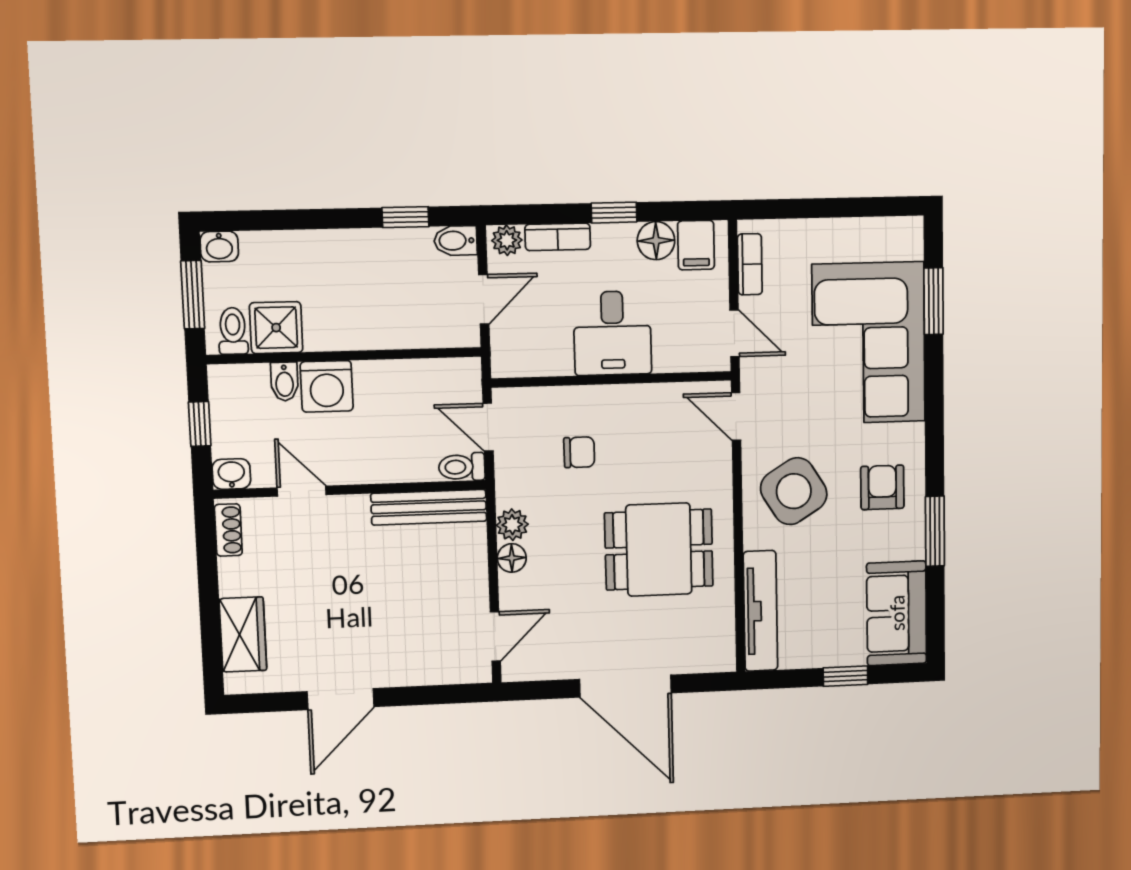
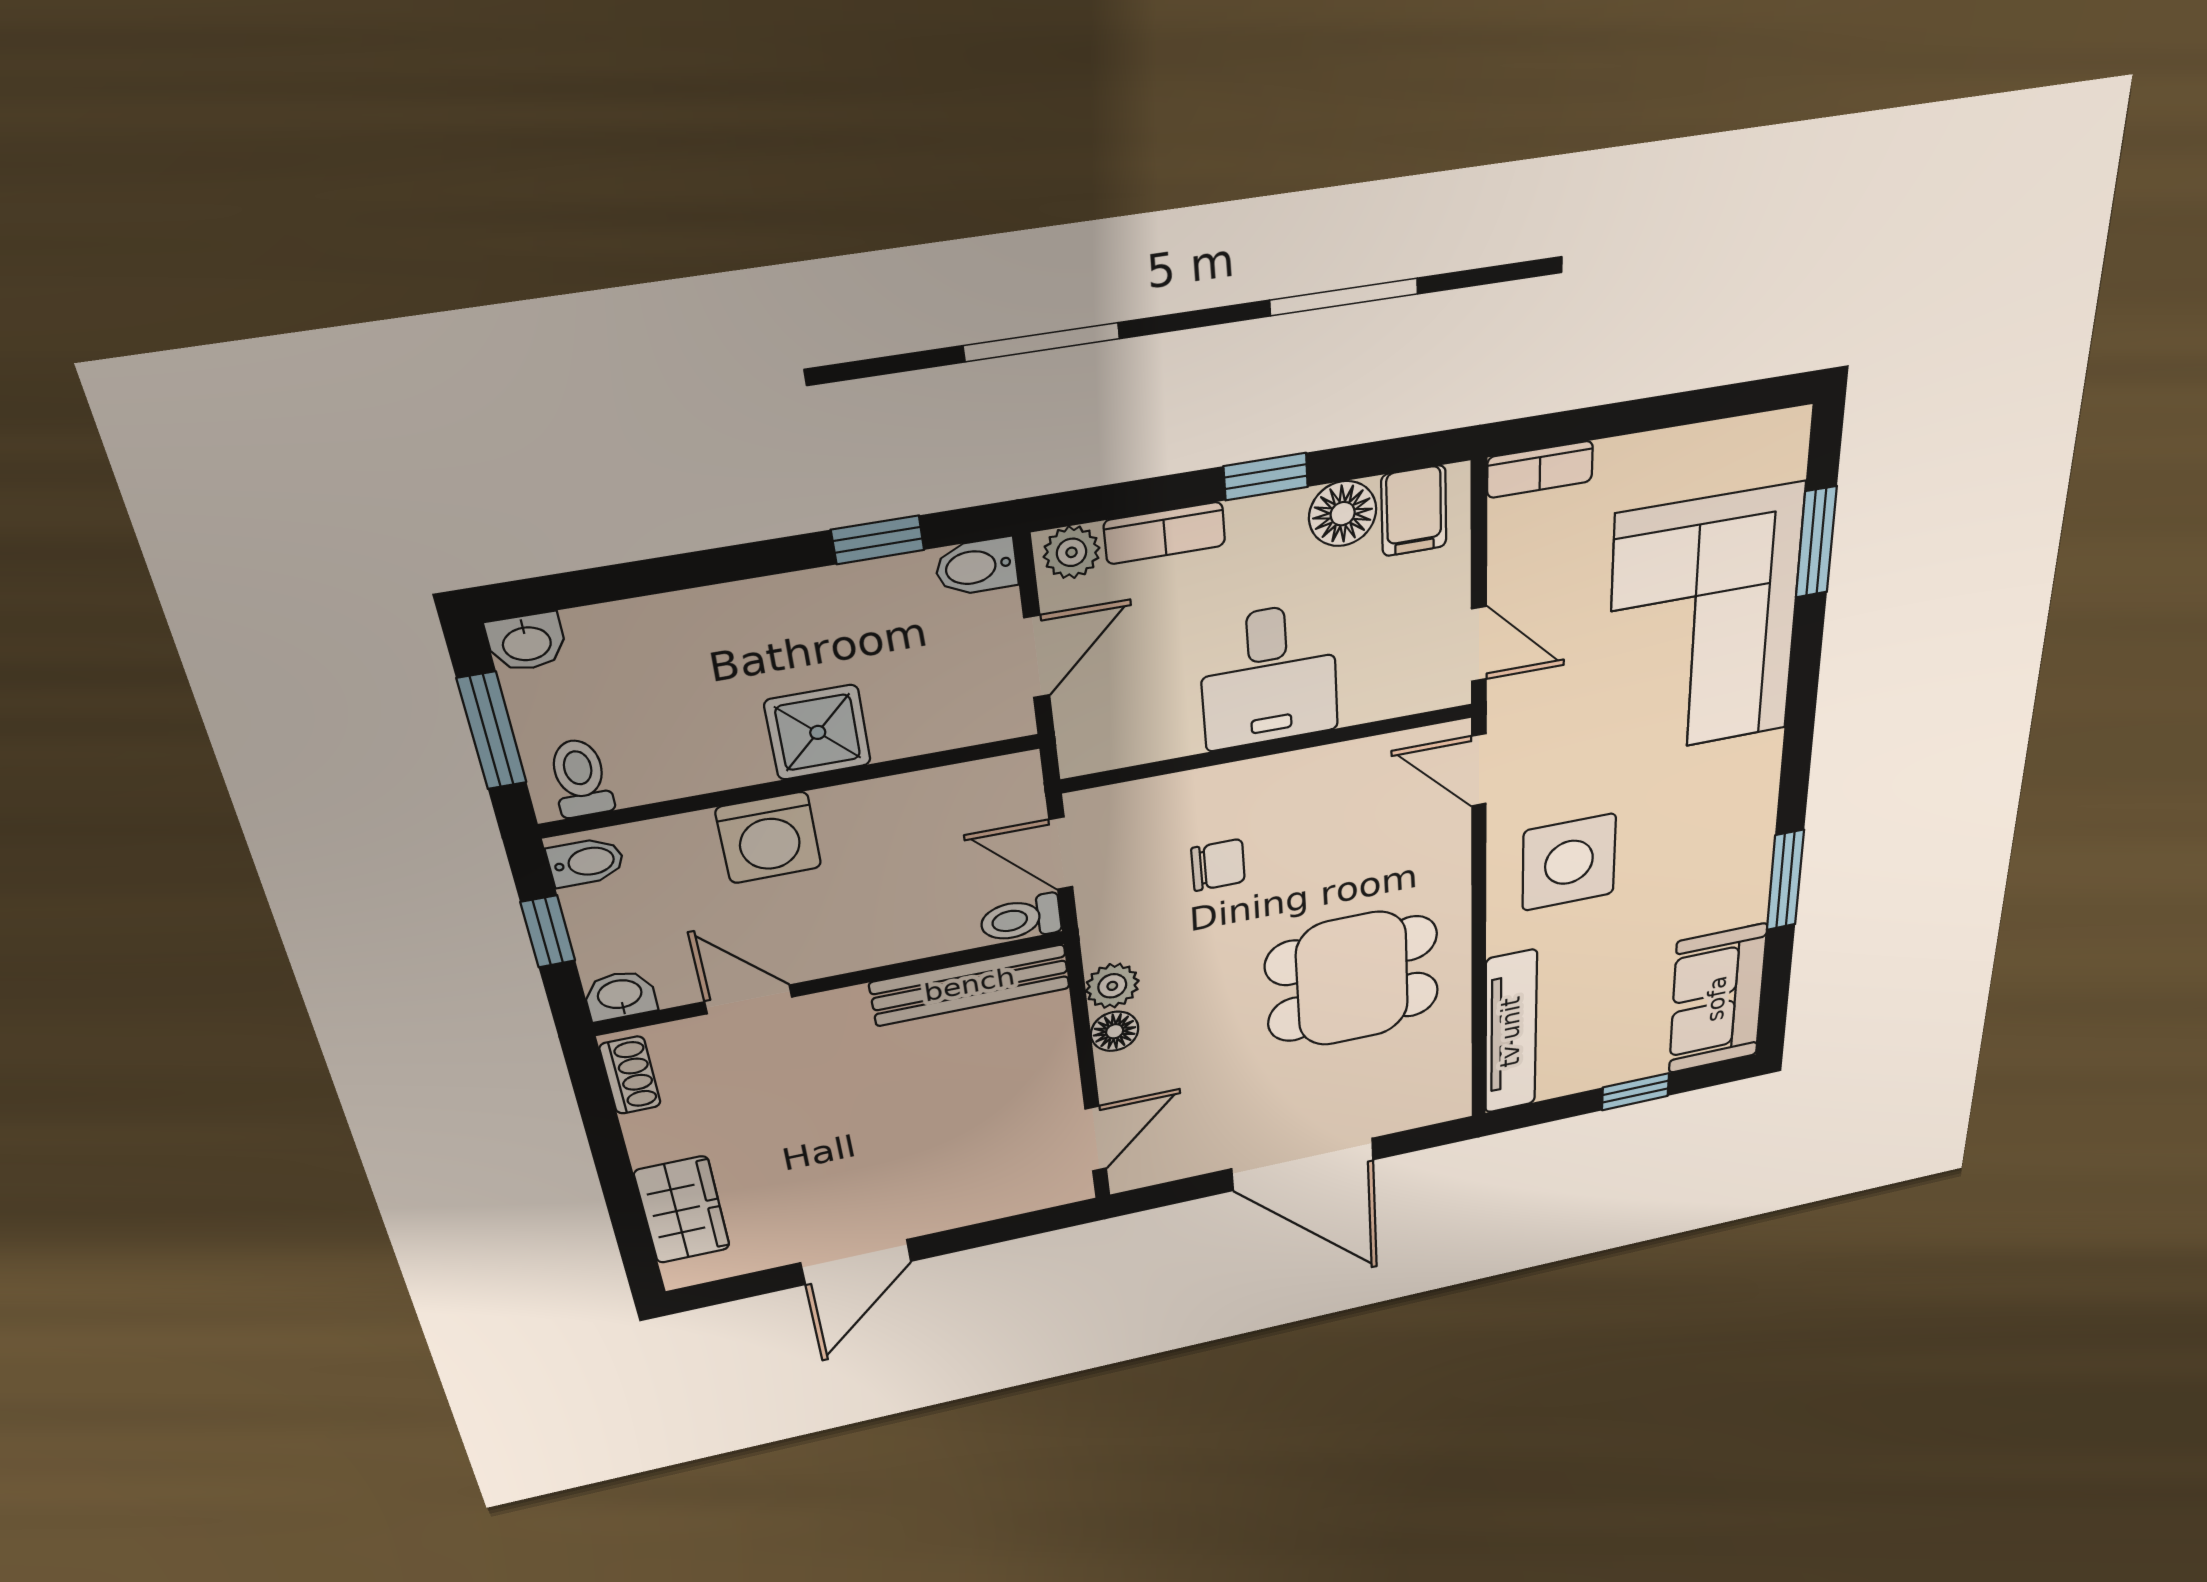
bookcase: (750, 264) -> (1540, 469), moved, turned 90
shower: (276, 328) -> (818, 732), moved
bidet: (284, 382) -> (586, 862), moved, turned -90
armchair: (882, 487) -> (1709, 834), removed
side table: (794, 491) -> (1569, 862), turned 32

